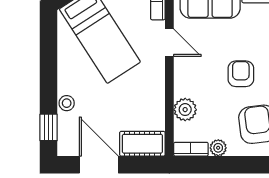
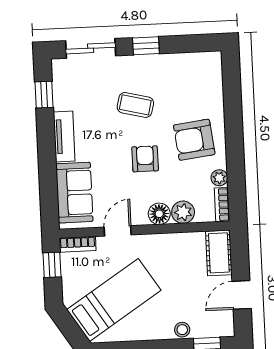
armchair: (241, 74) -> (145, 159), turned 90
floor lamp: (185, 85) -> (159, 214), added
door: (99, 165) -> (242, 295), width x0.73

